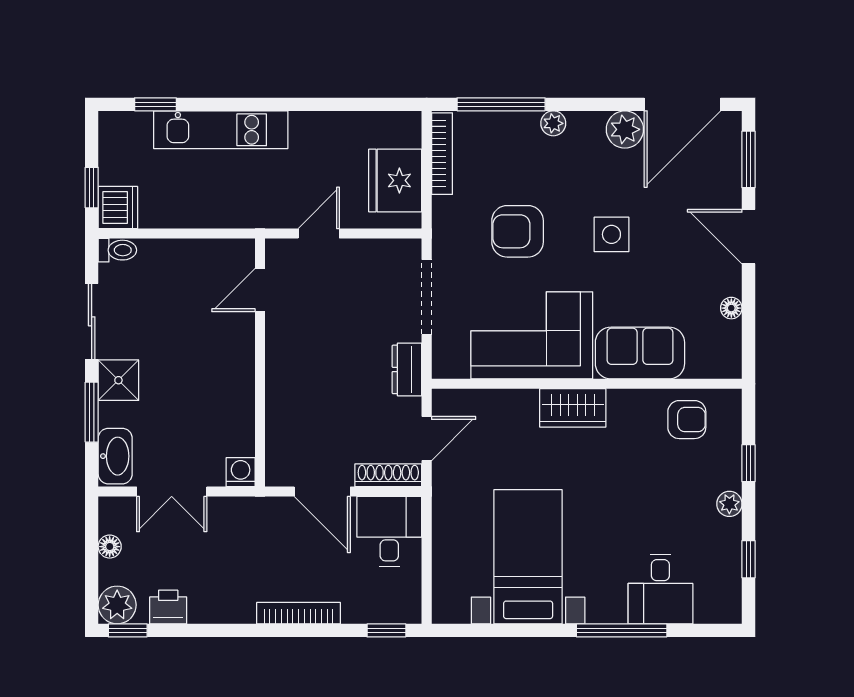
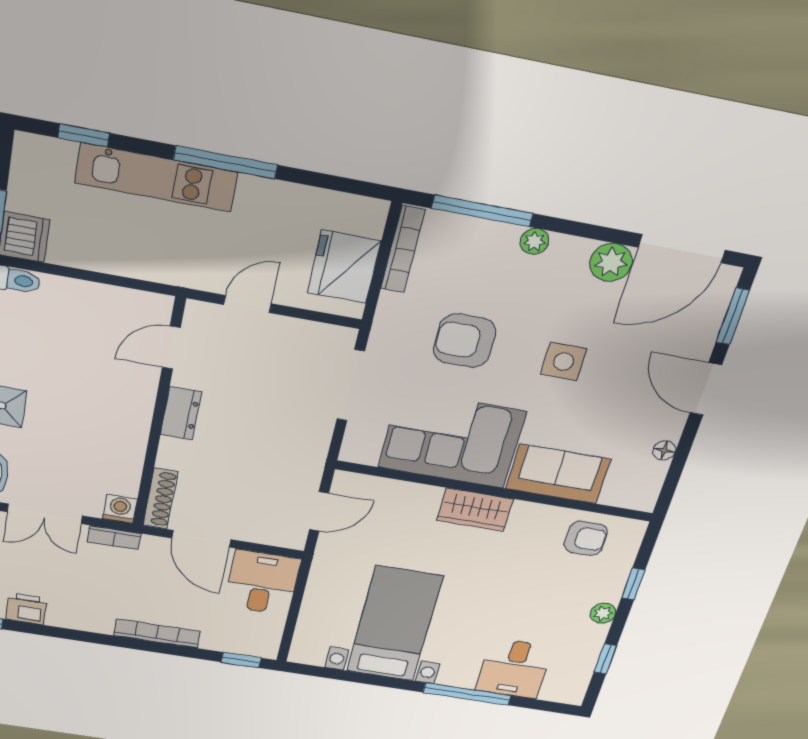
window: (276, 104) -> (226, 162), added
dresser: (407, 369) -> (181, 413), moved, turned 180
shoe rack: (388, 475) -> (160, 499), moved, turned 90
bookcase: (240, 506) -> (114, 538), added

